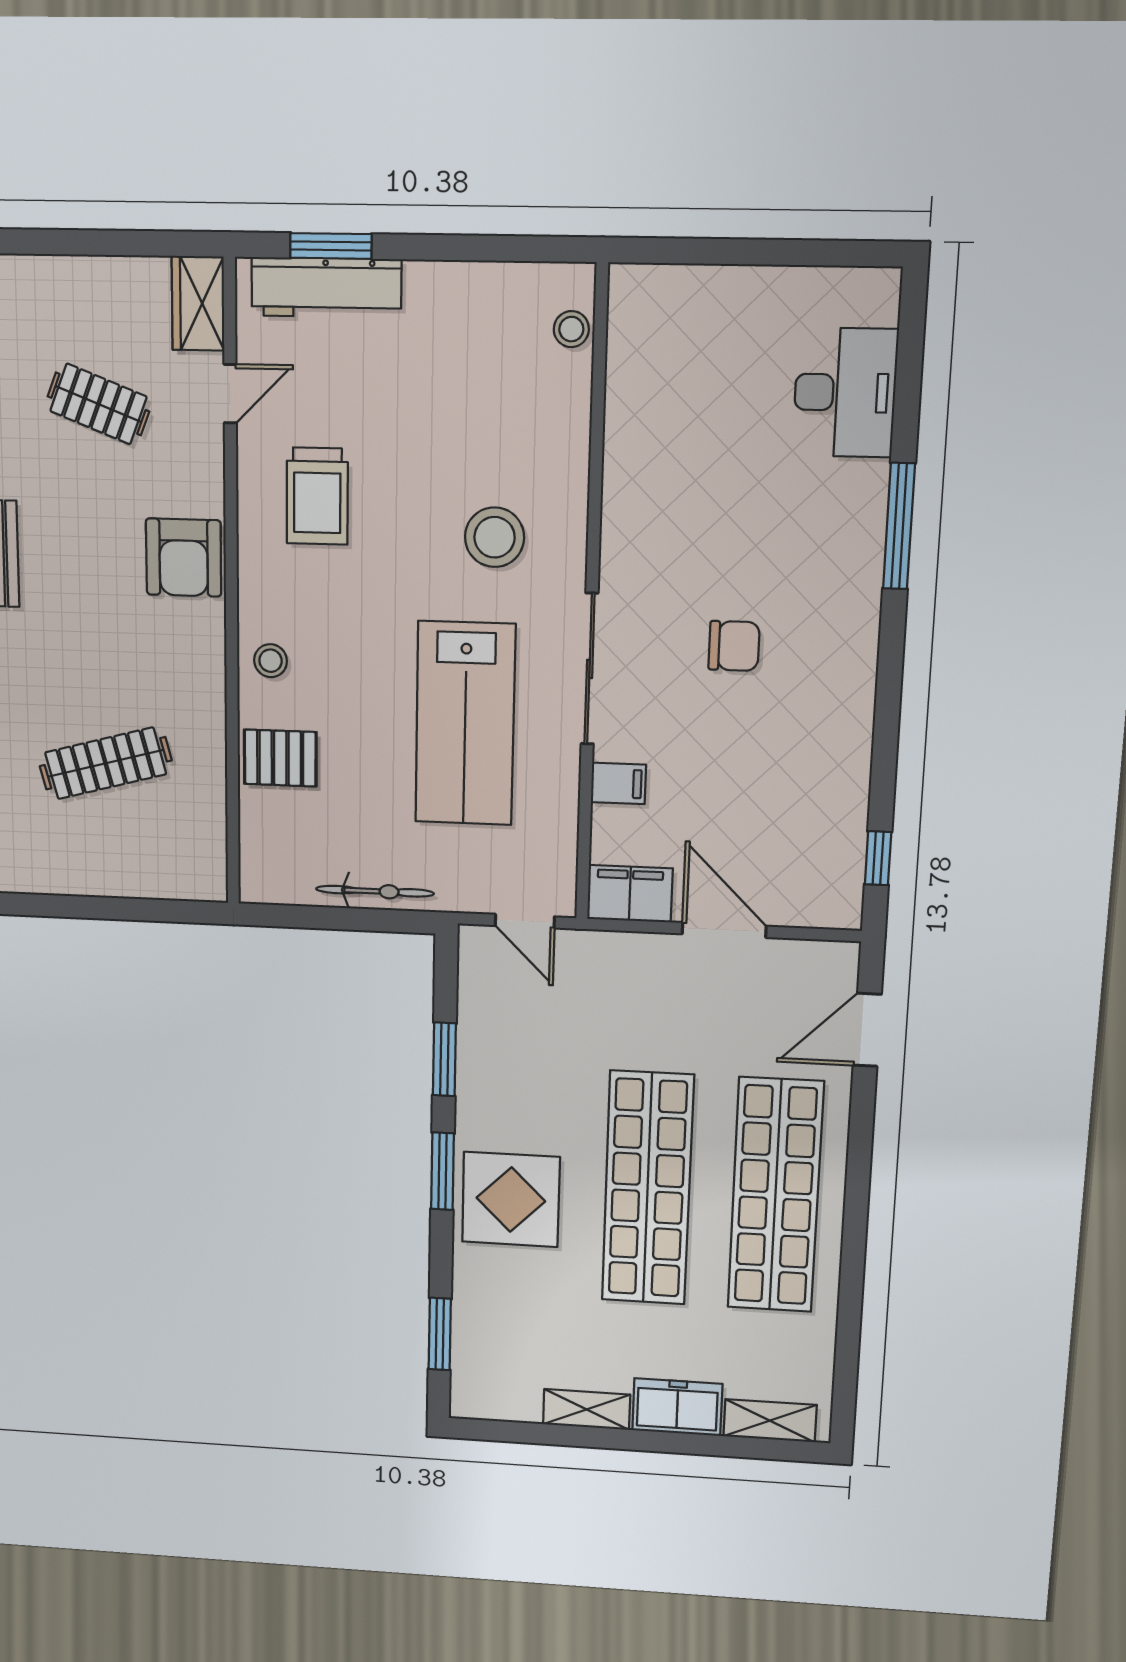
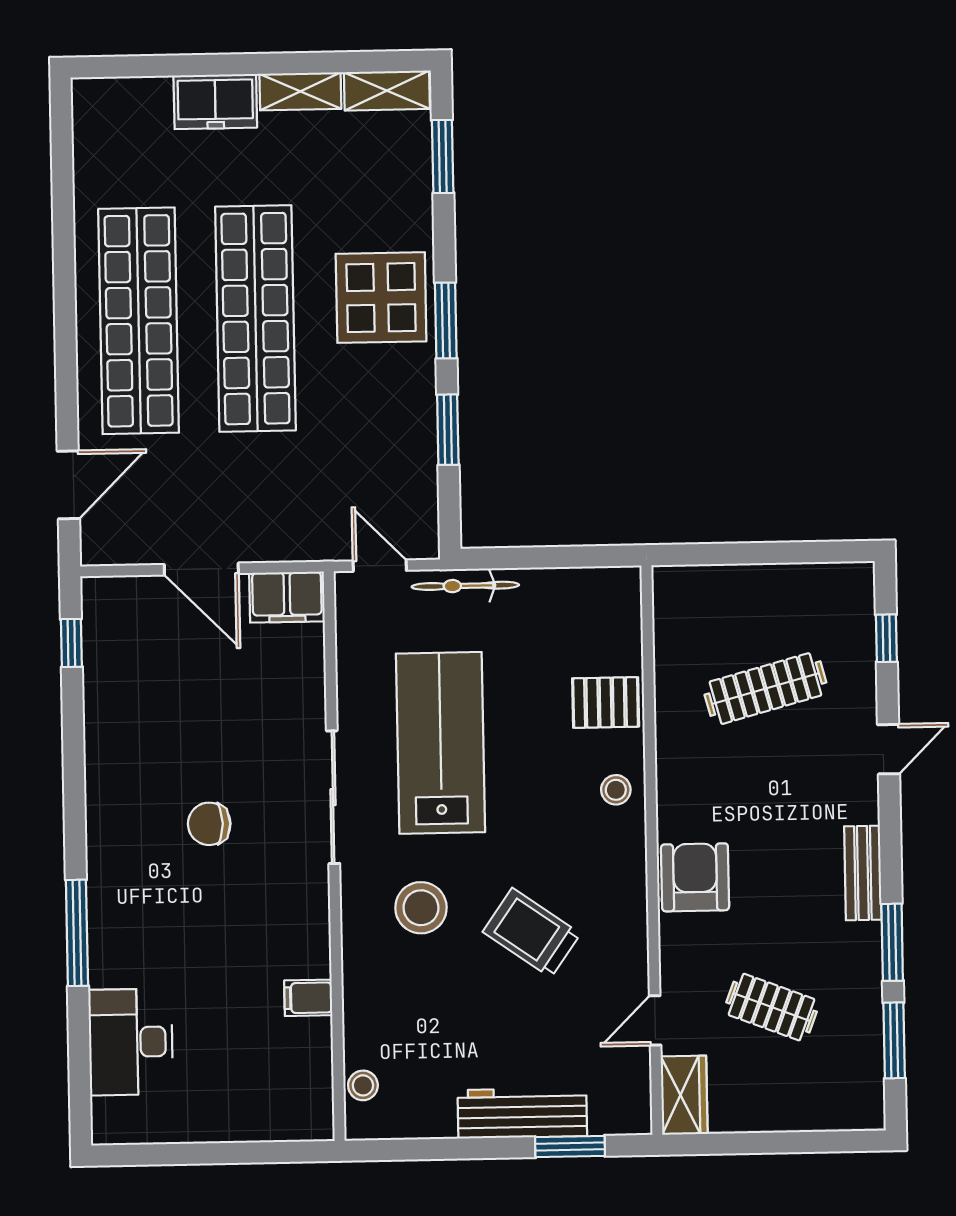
workbench: (326, 288) -> (522, 1113), moved
trolley: (317, 496) -> (532, 933), moved, turned -55
filing cabinet: (618, 783) -> (308, 998), moved
bicycle: (375, 891) -> (465, 586), moved
shelving: (770, 1421) -> (387, 91), moved

